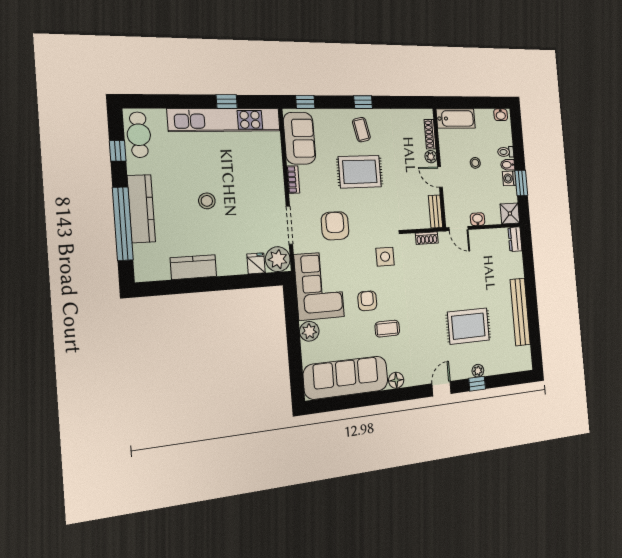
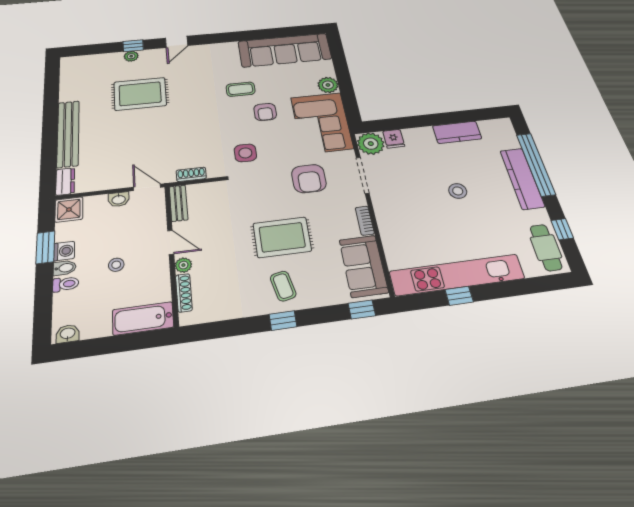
bench: (520, 312) -> (68, 134), moved
floor lamp: (396, 380) -> (229, 48), removed

